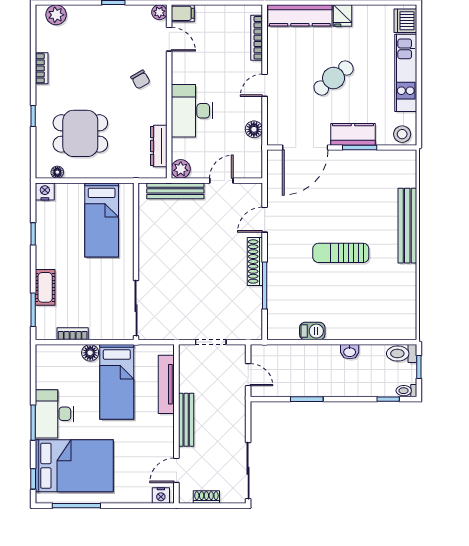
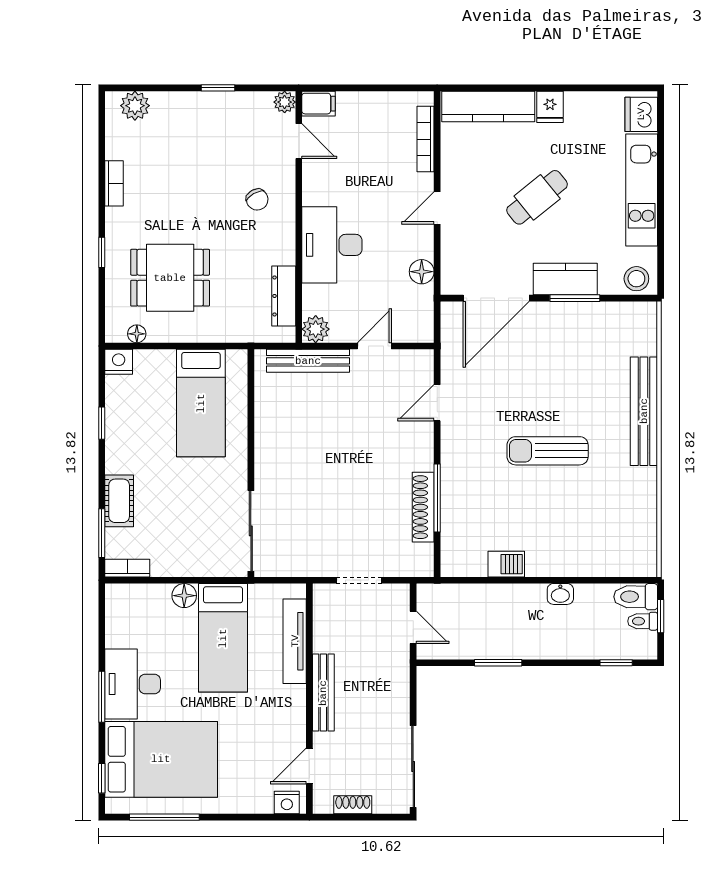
shoe rack: (255, 261) -> (423, 507), moved
bookcase: (73, 334) -> (127, 568), moved
toilet: (406, 391) -> (643, 621), moved

